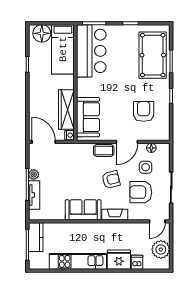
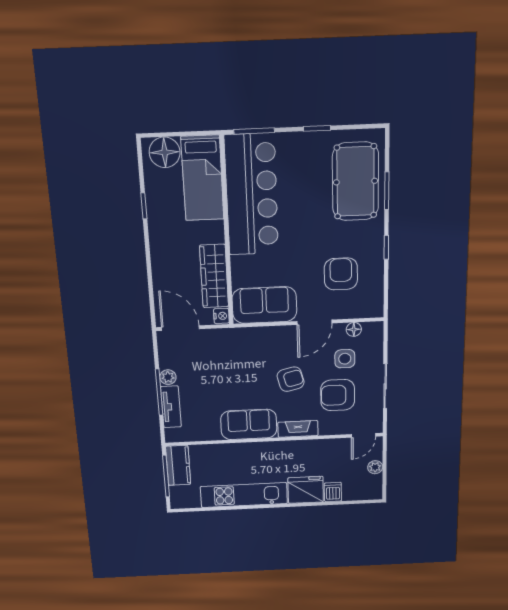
bar counter: (91, 51) -> (252, 195), width x1.36
sofa: (88, 117) -> (264, 305), moved, turned -90
coffee table: (104, 150) -> (278, 337), removed
plant: (161, 249) -> (375, 467), width x0.53, depth x0.53

